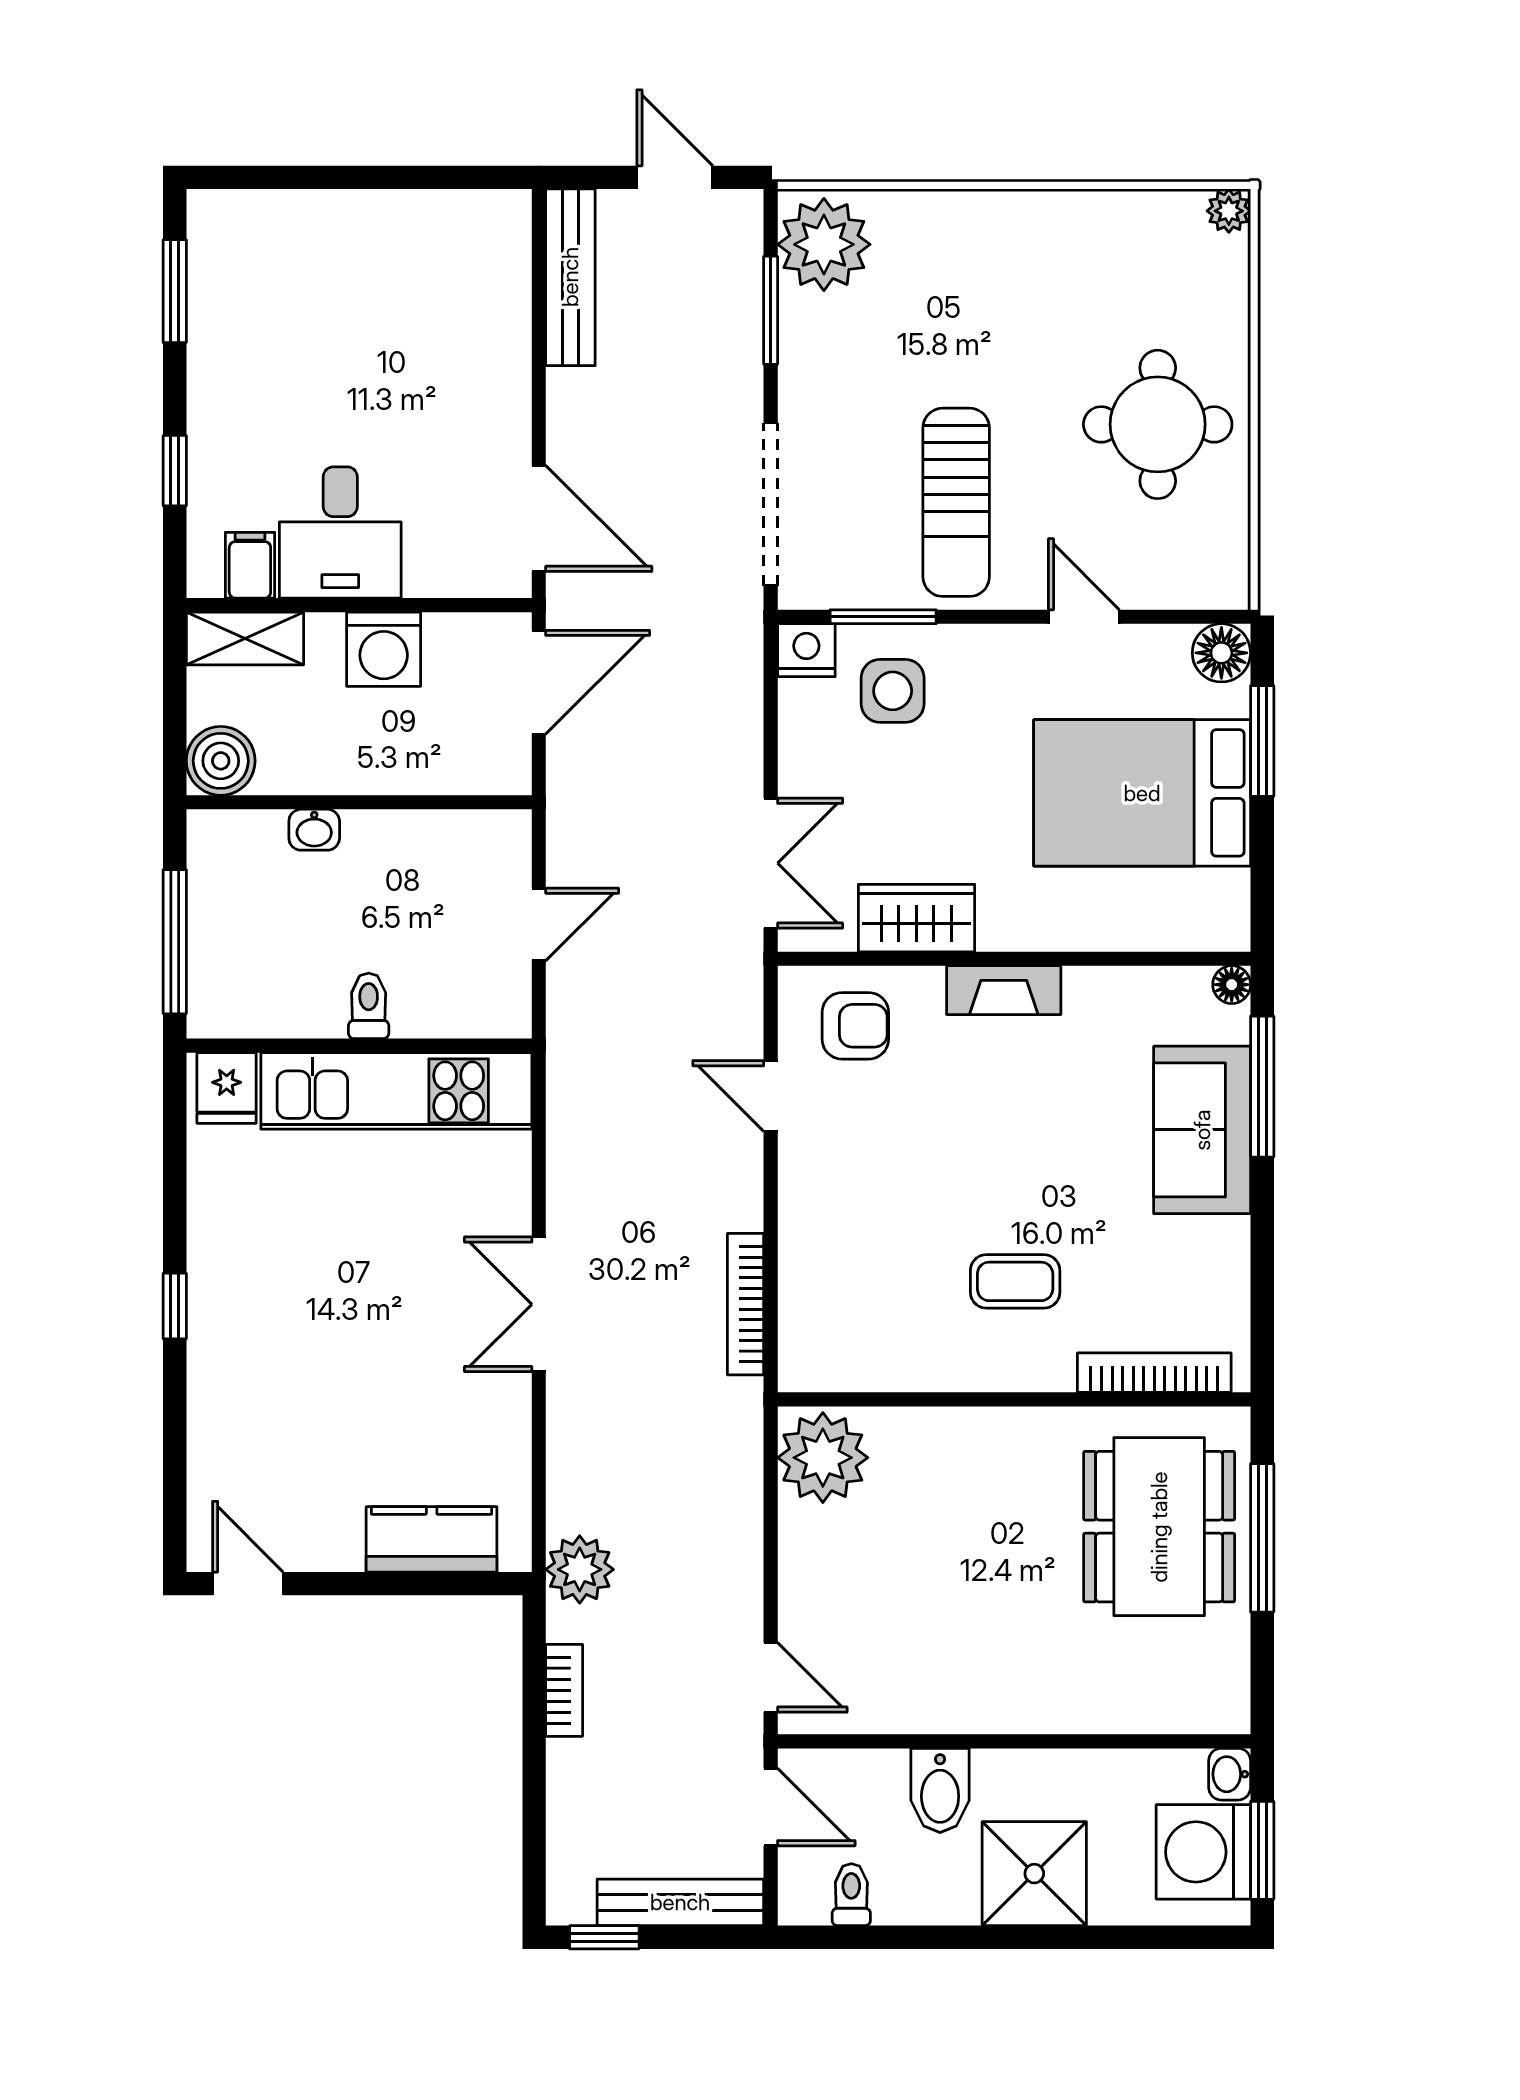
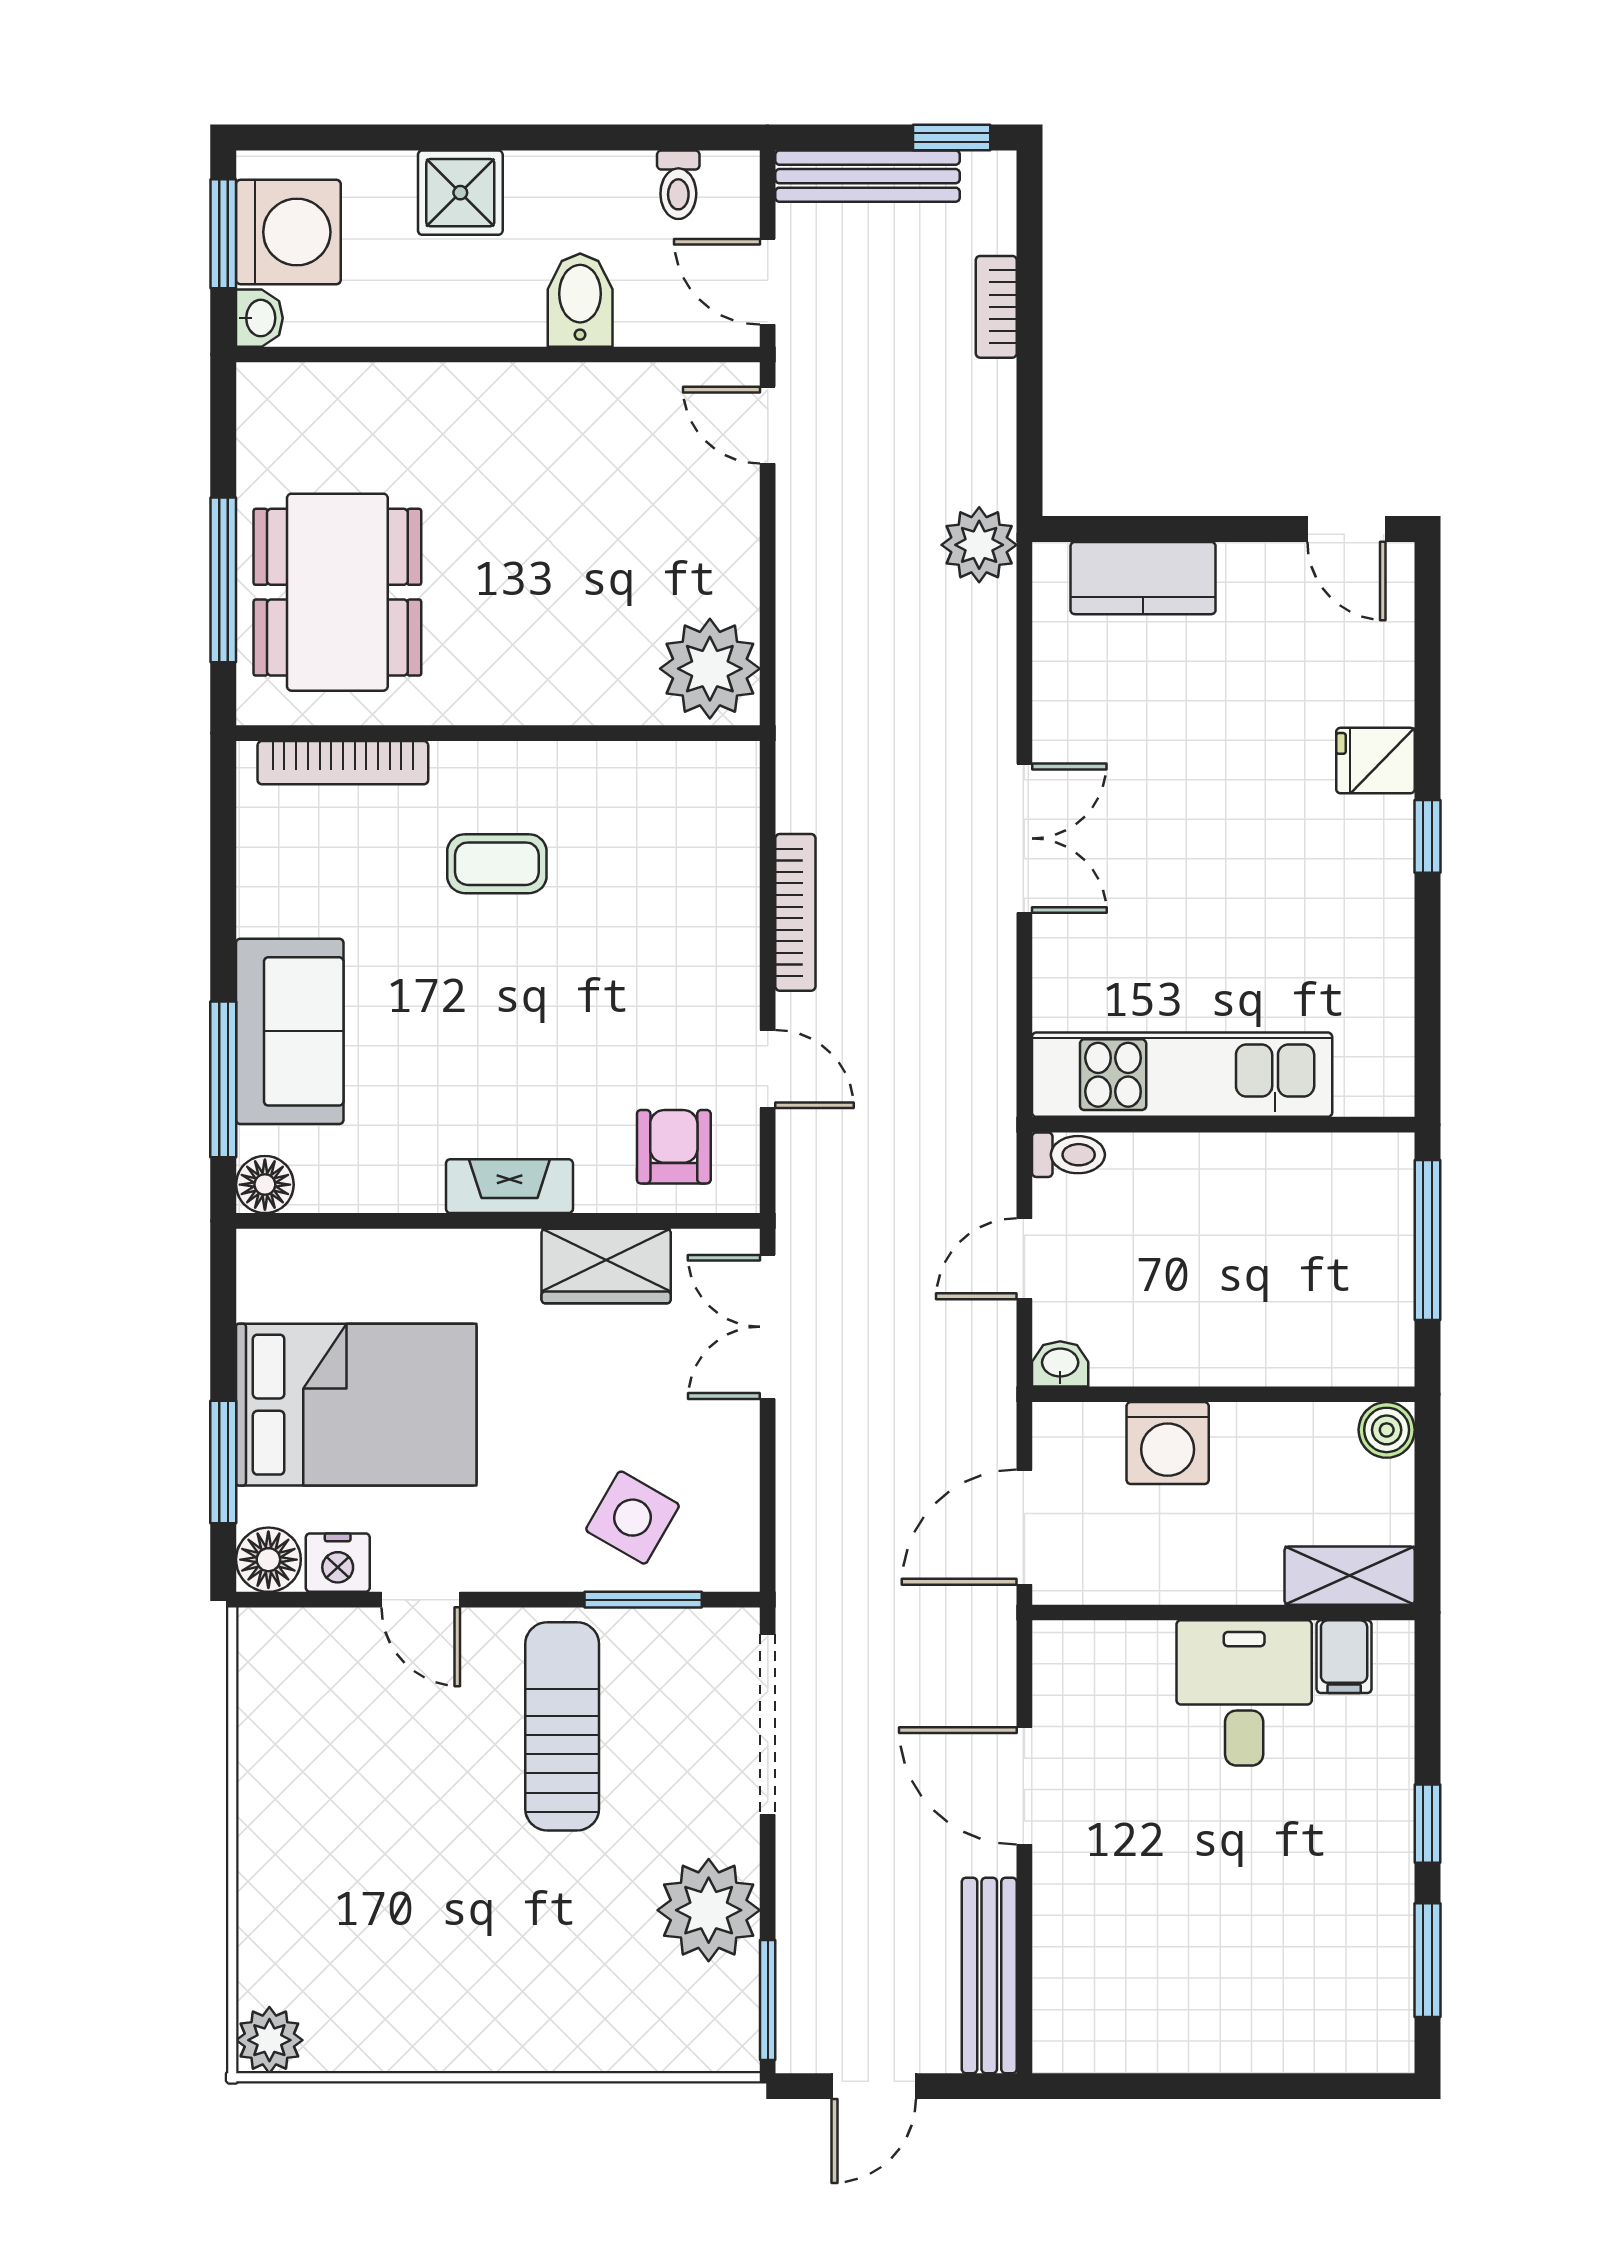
door: (675, 177) -> (874, 2086), hinge flipped
plant: (1229, 211) -> (269, 2040), width x1.38, depth x1.38
plant: (824, 244) -> (709, 1910), moved
window: (771, 310) -> (768, 2000), moved
round table: (1158, 424) -> (339, 1813), removed
window: (175, 471) -> (1427, 1824), moved
door: (539, 518) -> (1024, 1786), moved
washing machine: (384, 649) -> (1168, 1443), moved, turned 180
nightstand: (806, 650) -> (338, 1563), moved
side table: (893, 691) -> (632, 1518), turned 30
boiler: (221, 761) -> (1387, 1430), width x0.73, depth x0.73
washbasin: (314, 830) -> (1060, 1364), moved
floor lamp: (1232, 985) -> (265, 1185), width x1.37, depth x1.37
toilet: (369, 1006) -> (1068, 1155), moved, turned -90
armchair: (855, 1026) -> (674, 1147), turned 90
fridge: (227, 1088) -> (1375, 761), moved, turned -90
bookcase: (746, 1304) -> (795, 912), moved
bookcase: (564, 1690) -> (996, 307), moved
shower: (1034, 1874) -> (460, 193), width x0.73, depth x0.73

